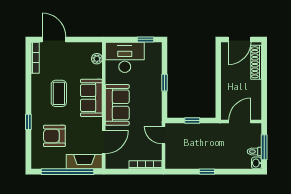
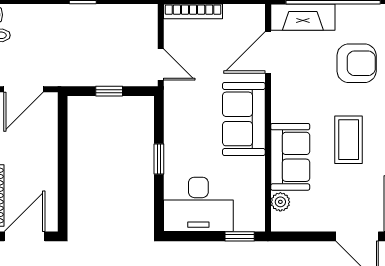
window: (145, 39) -> (240, 236), moved
desk: (125, 57) -> (198, 204), moved
sofa: (91, 98) -> (290, 157), moved

